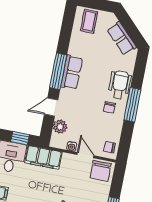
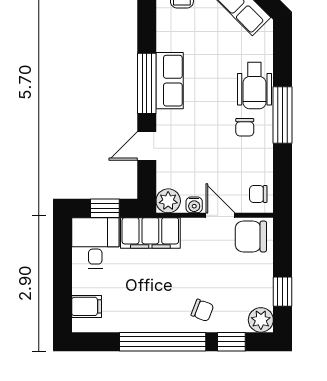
wheelchair: (120, 85) -> (254, 86), turned 180
plant: (60, 127) -> (168, 201), moved
chair: (101, 171) -> (251, 236), turned 90

